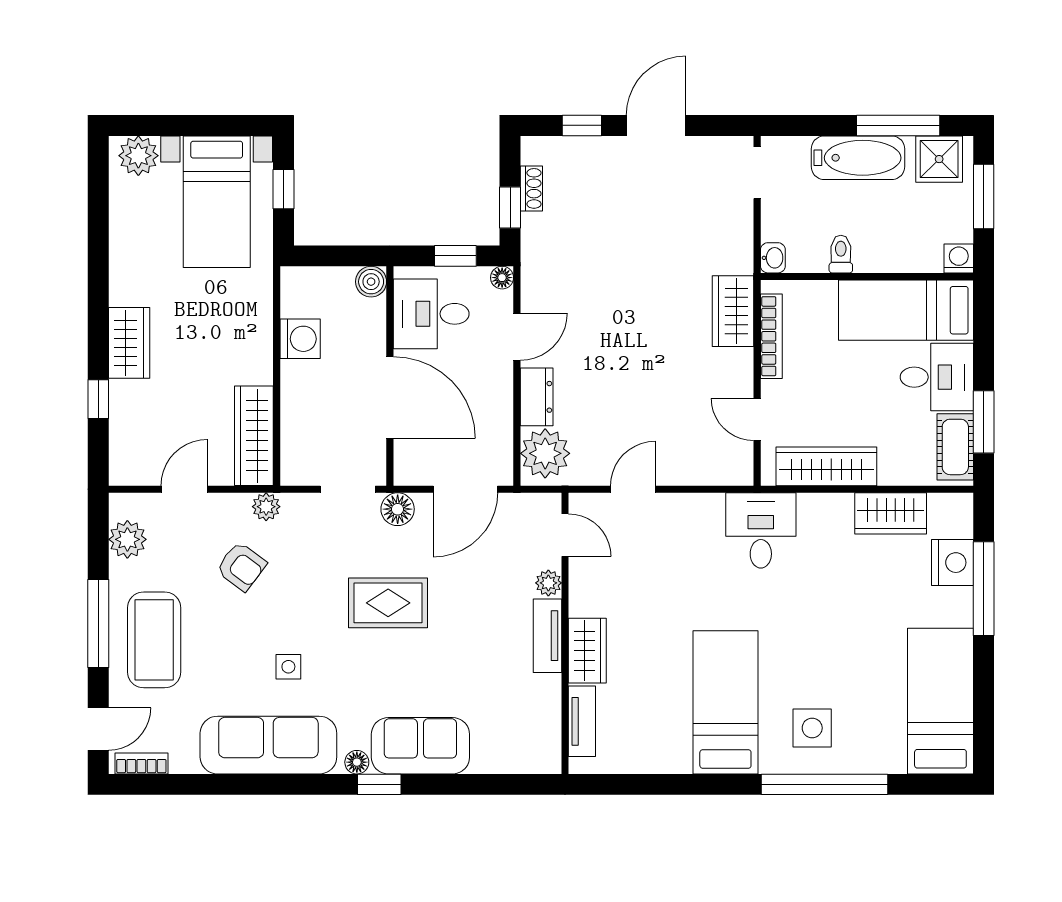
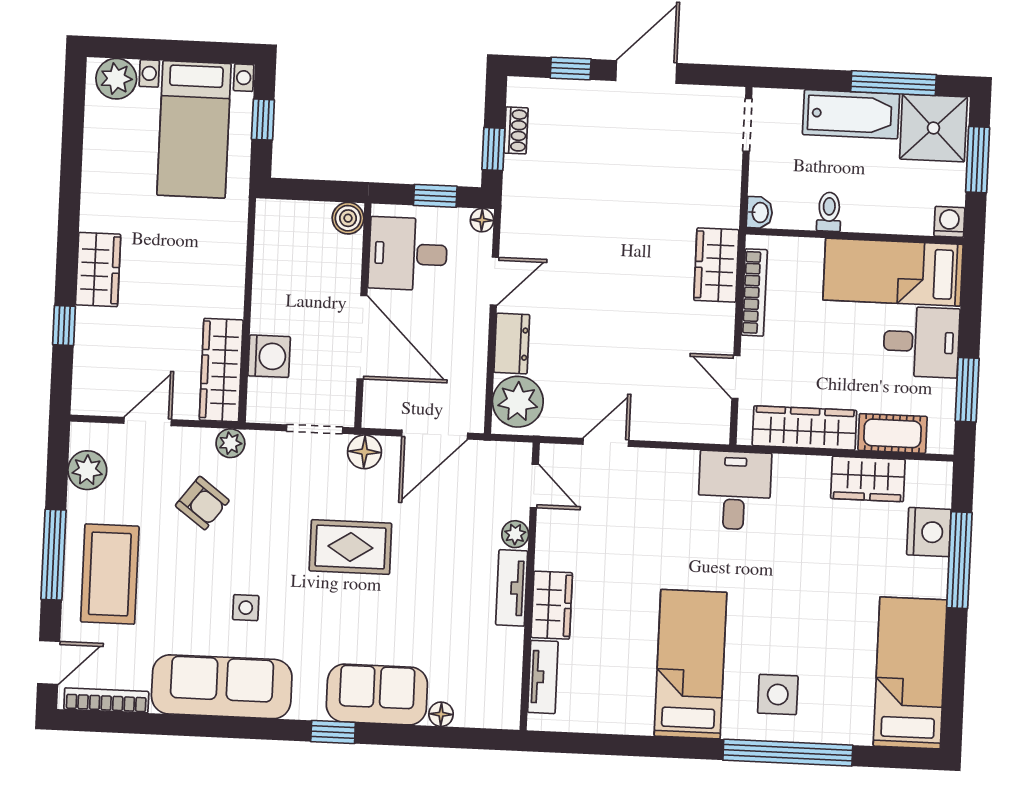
shower: (939, 159) -> (933, 128), width x1.36, depth x1.36
washing machine: (300, 339) -> (269, 356), moved
cot: (955, 447) -> (893, 433), moved, turned 90
floor lamp: (357, 762) -> (441, 714), moved
bookcase: (141, 764) -> (106, 700), width x1.56

